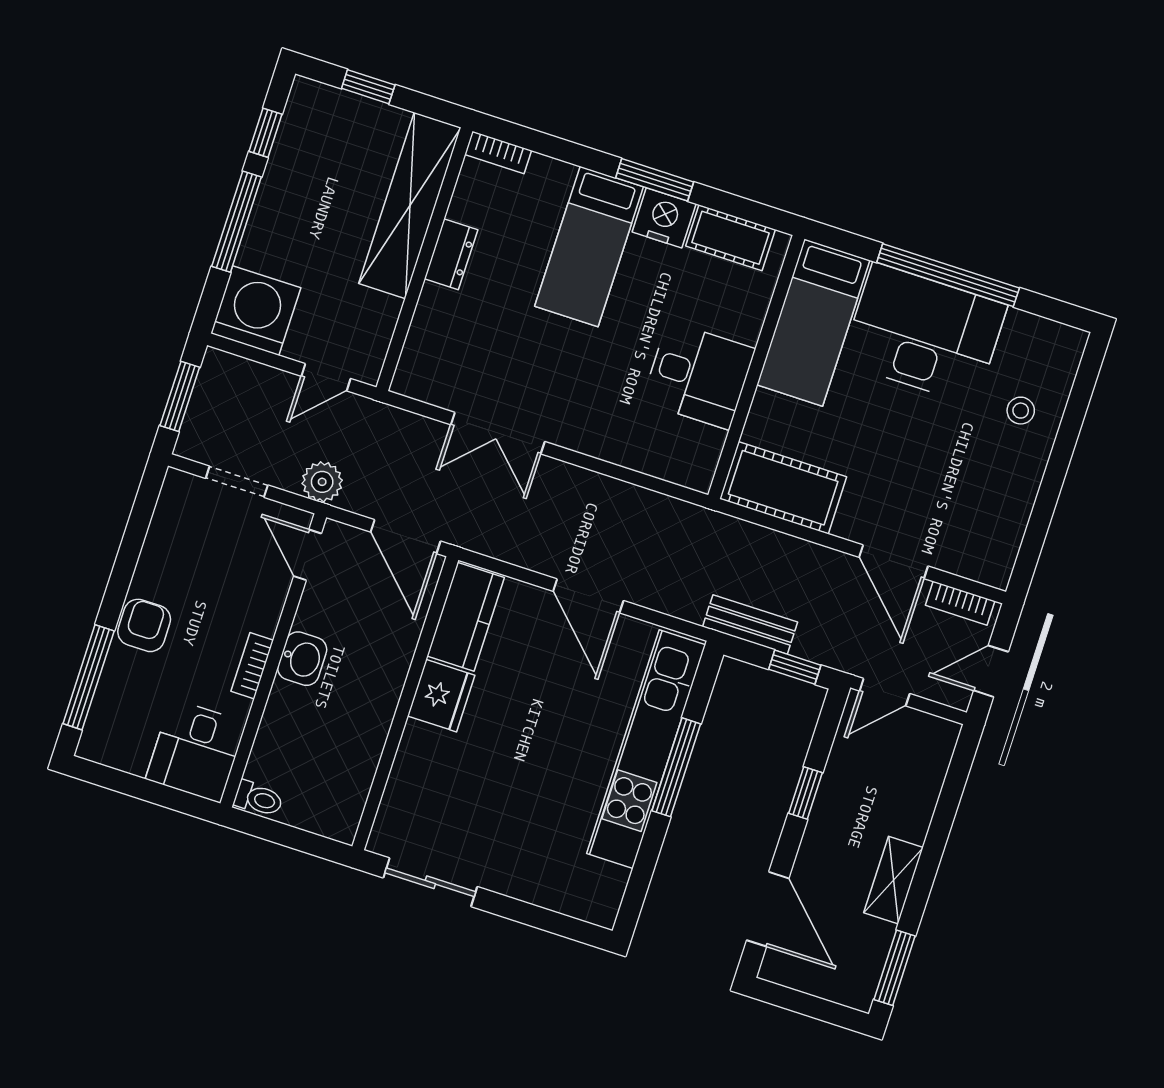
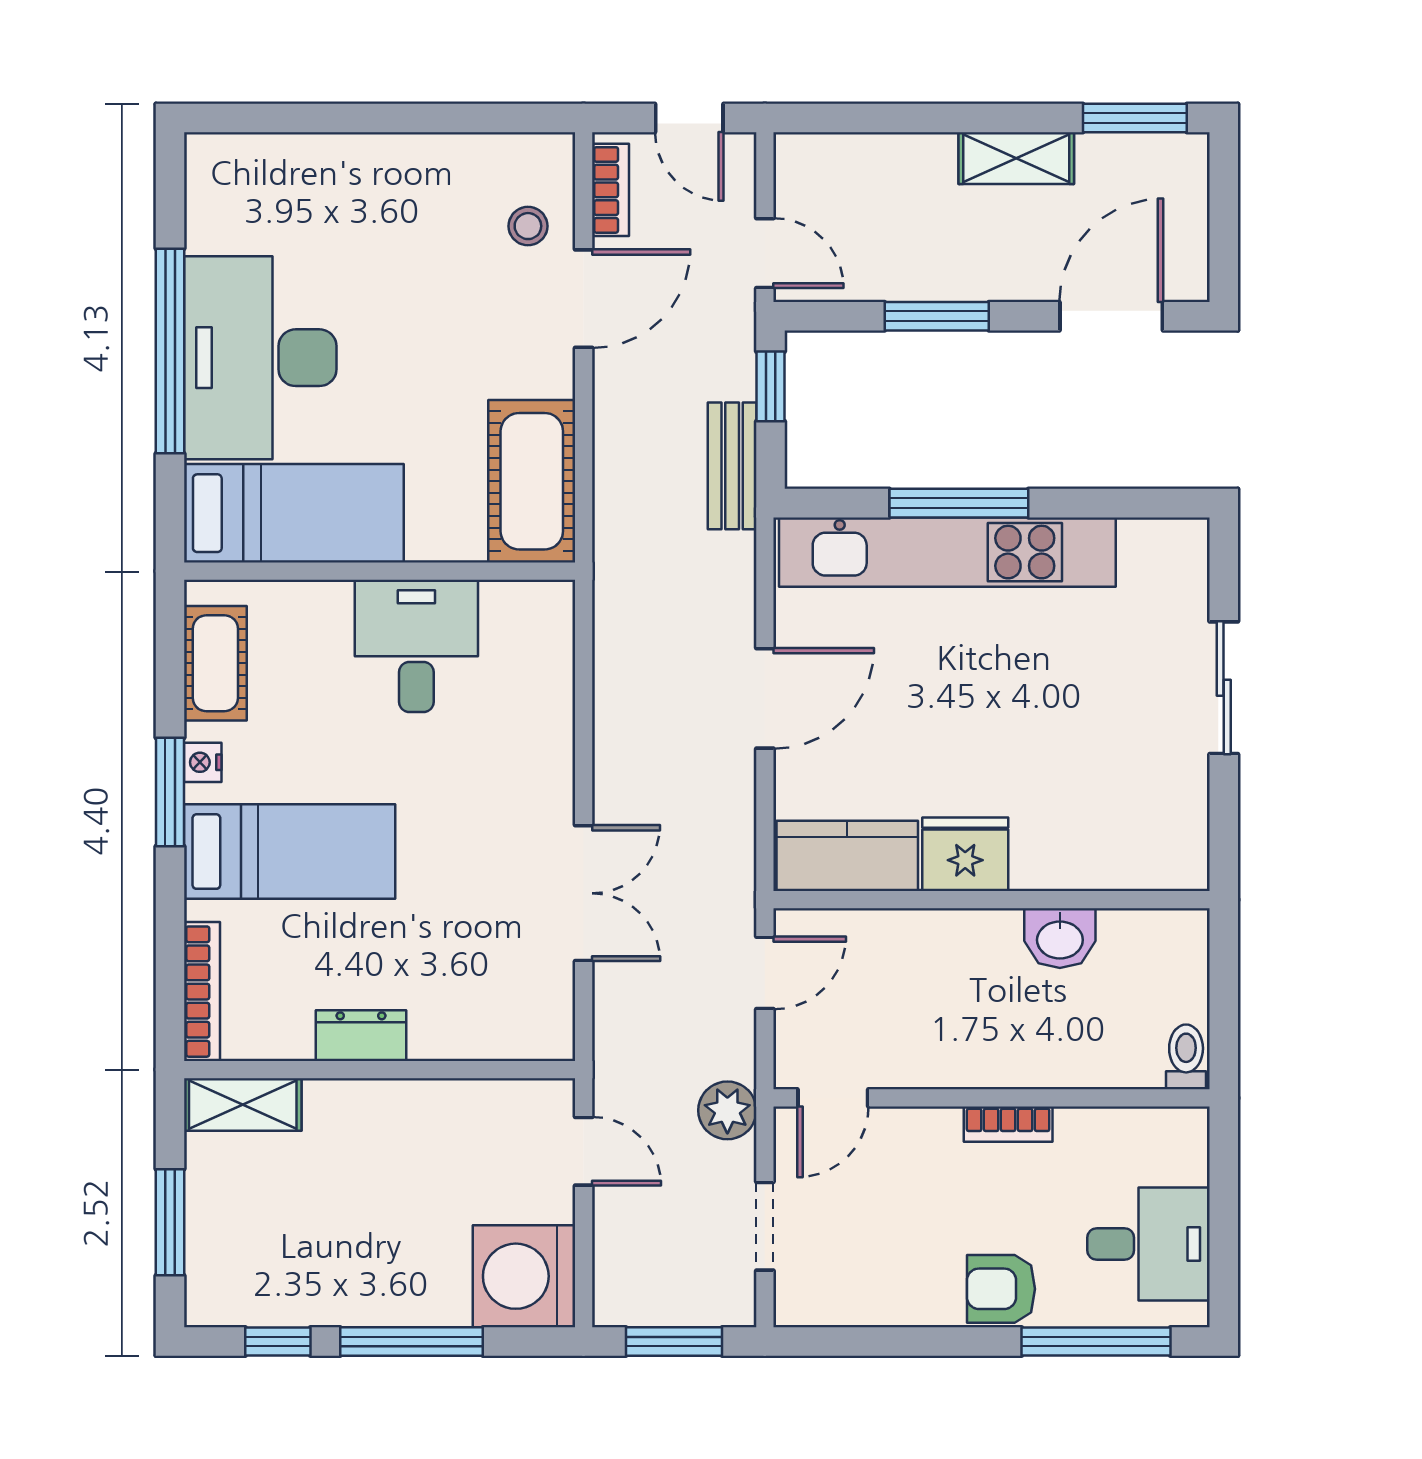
window: (368, 87) -> (170, 1222), width x1.50
bookcase: (498, 152) -> (202, 992), width x1.56
shelving: (410, 205) -> (243, 1104), width x0.45, depth x0.75
nightstand: (664, 218) -> (203, 762), width x0.53, depth x0.56
stool: (1021, 411) -> (528, 226), moved
door: (406, 537) -> (765, 973), width x0.73
washbasin: (302, 659) -> (1060, 938), moved, turned 180
desk: (196, 751) -> (1148, 1244), moved
window: (805, 793) -> (937, 316), width x1.50
sliding door: (430, 882) -> (1224, 688), moved

